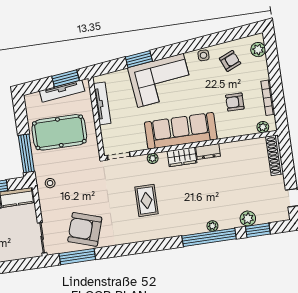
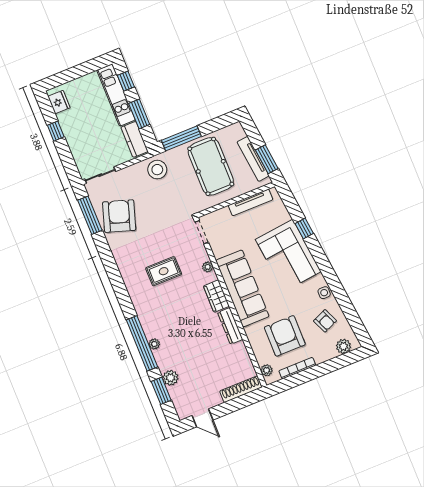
window: (139, 59) -> (304, 228), width x0.67
armchair: (235, 102) -> (285, 336), width x1.88, depth x1.88
dresser: (208, 152) -> (230, 326), width x1.44
stool: (50, 183) -> (157, 170), width x1.89, depth x1.89

